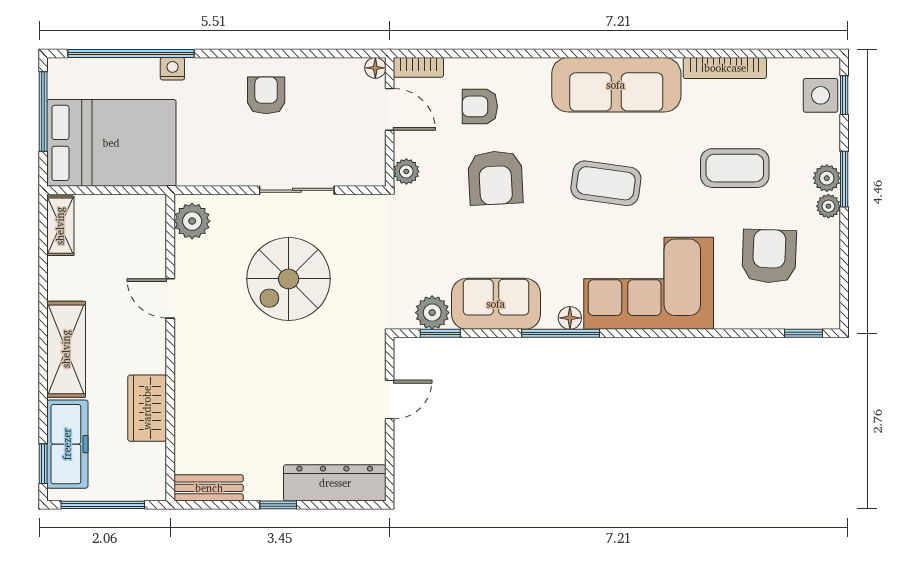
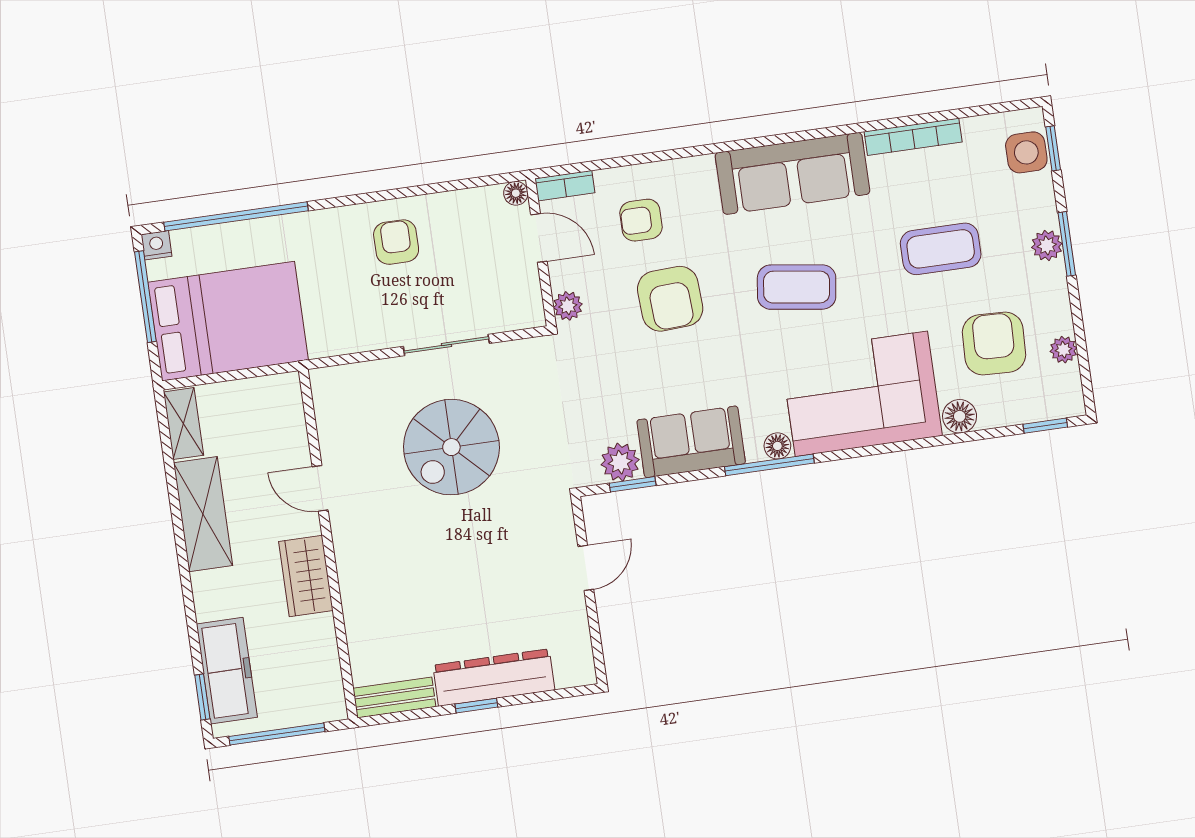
nightstand: (172, 69) -> (156, 245), moved
plant: (828, 206) -> (1064, 350), moved
plant: (192, 221) -> (332, 397), removed
floor lamp: (731, 315) -> (960, 416), added
shelving: (66, 349) -> (203, 514), moved
wardrobe: (147, 408) -> (306, 576), moved
dresser: (335, 483) -> (494, 678), moved

